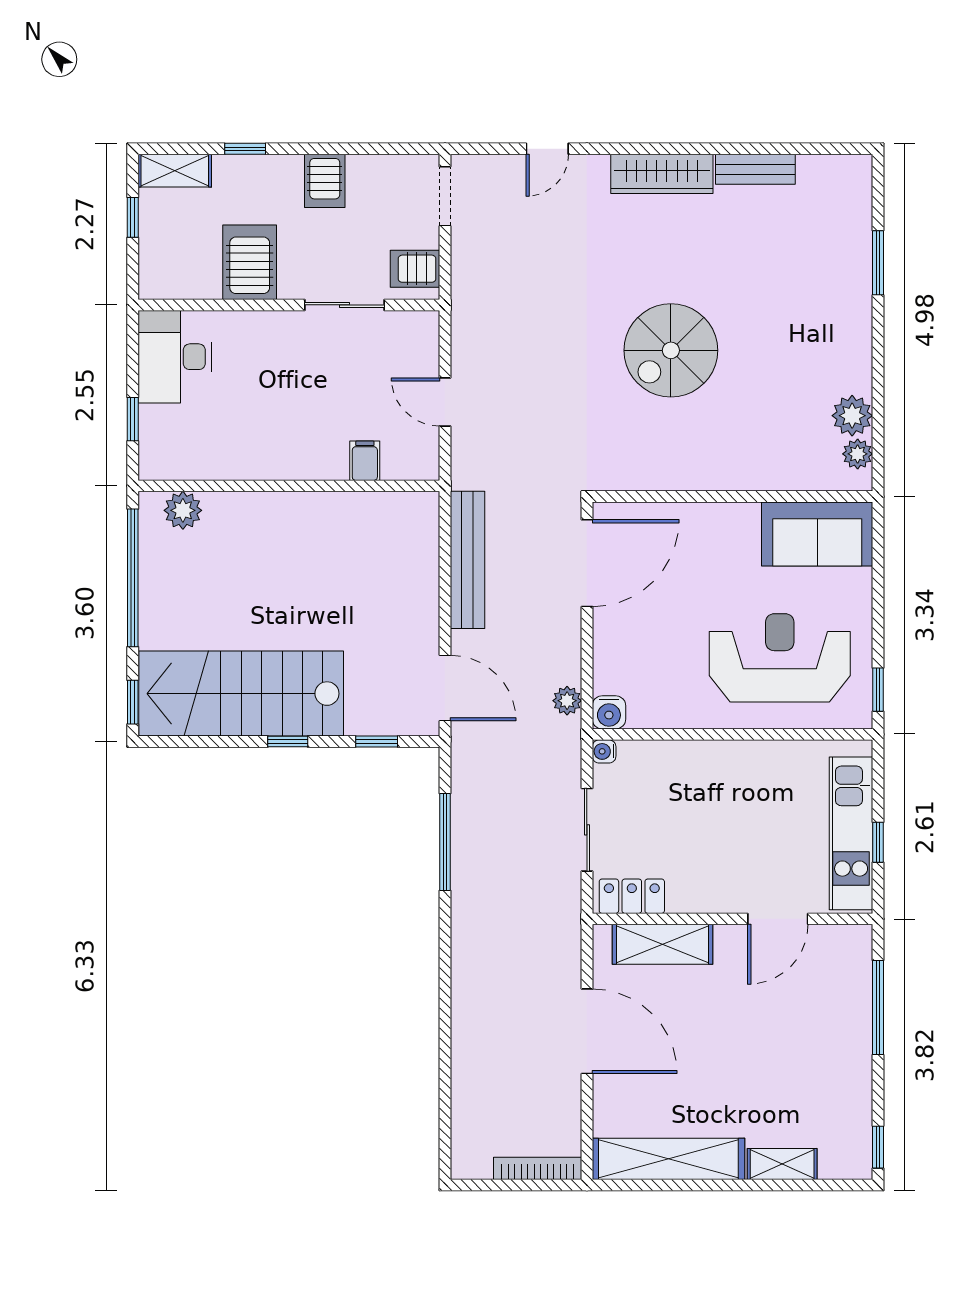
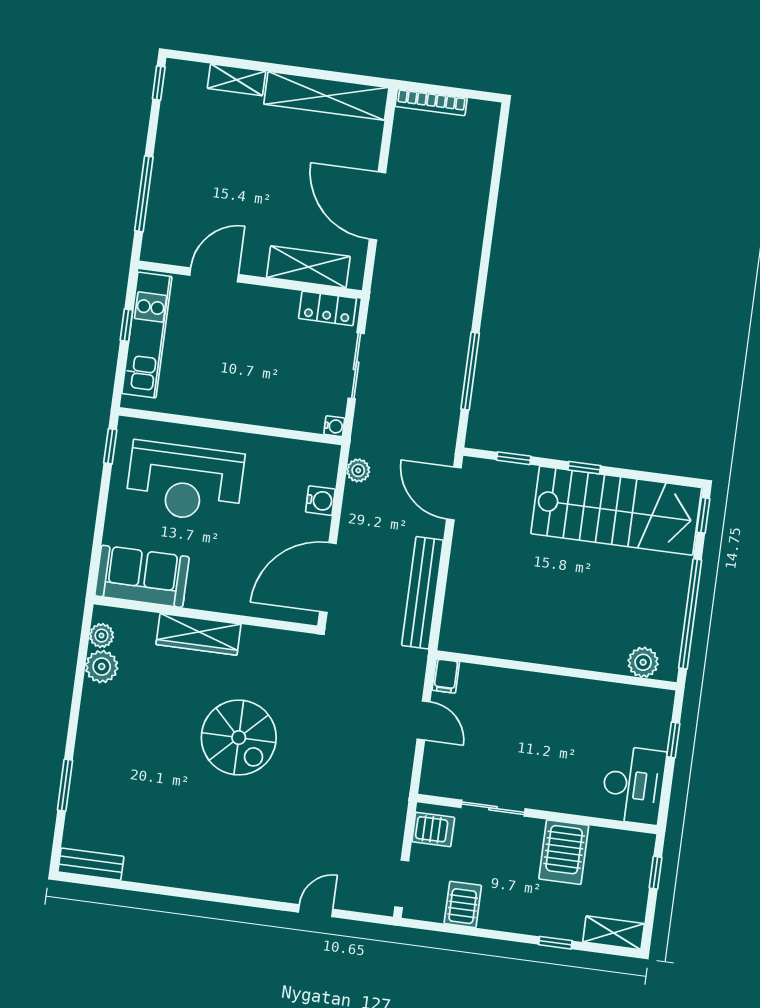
bench: (755, 169) -> (91, 864), moved
wardrobe: (662, 174) -> (199, 634), moved, turned 180
server rack: (325, 181) -> (463, 904), moved
window: (133, 217) -> (656, 873), moved
spiral stairs: (671, 350) -> (239, 738), turned 90
filing cabinet: (365, 461) -> (446, 676), moved
water cooler: (609, 712) -> (320, 501), moved, turned 90

